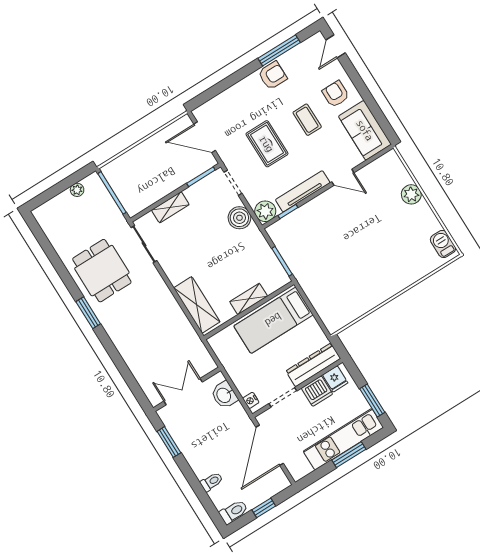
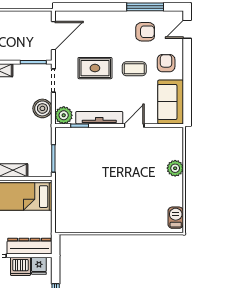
armchair: (272, 75) -> (145, 32), moved
coffee table: (307, 120) -> (134, 69), turned 90
door: (205, 137) -> (53, 36), swing flipped
rug: (267, 144) -> (95, 68), turned 90
door: (343, 177) -> (134, 126), swing flipped

